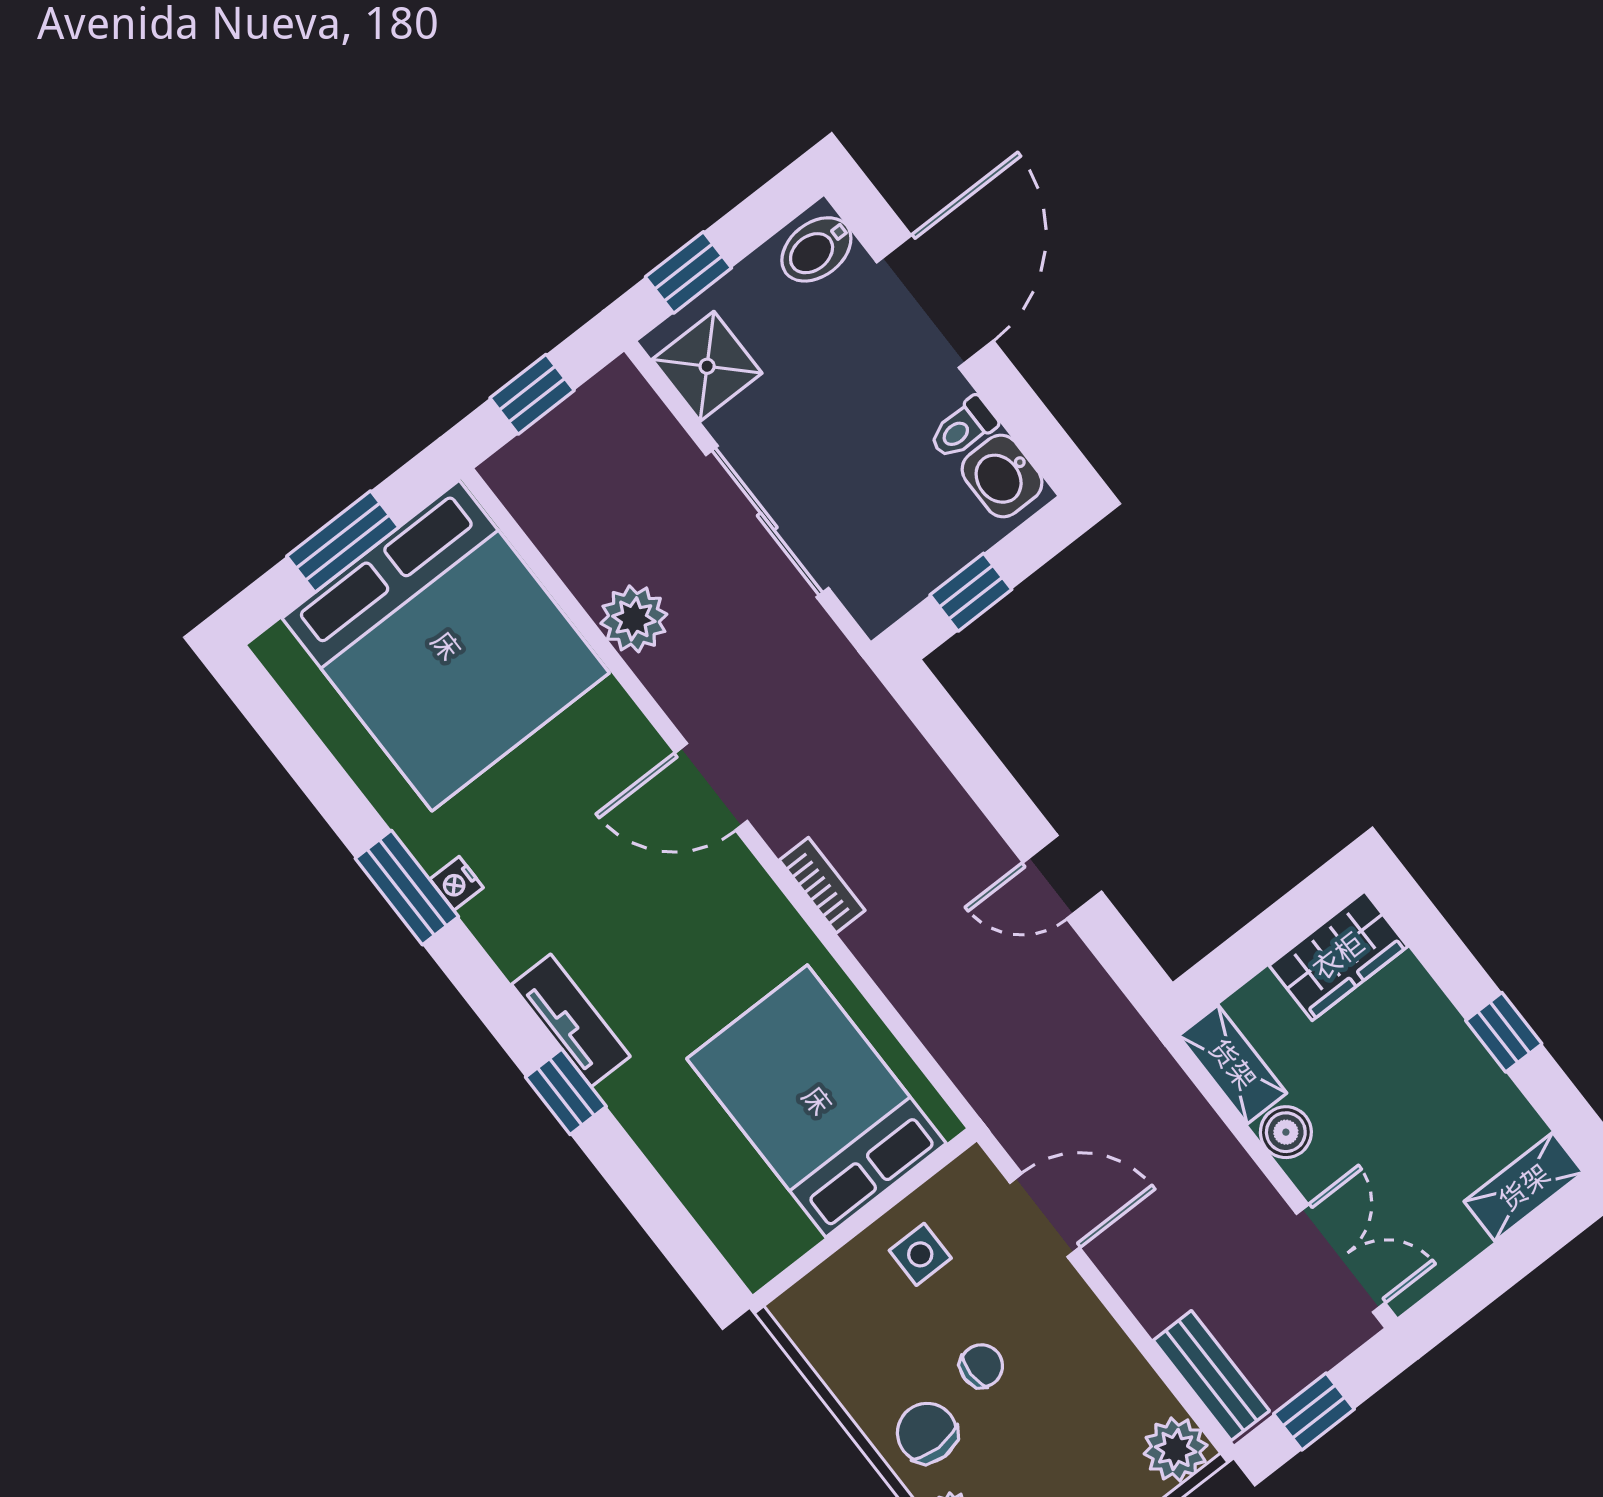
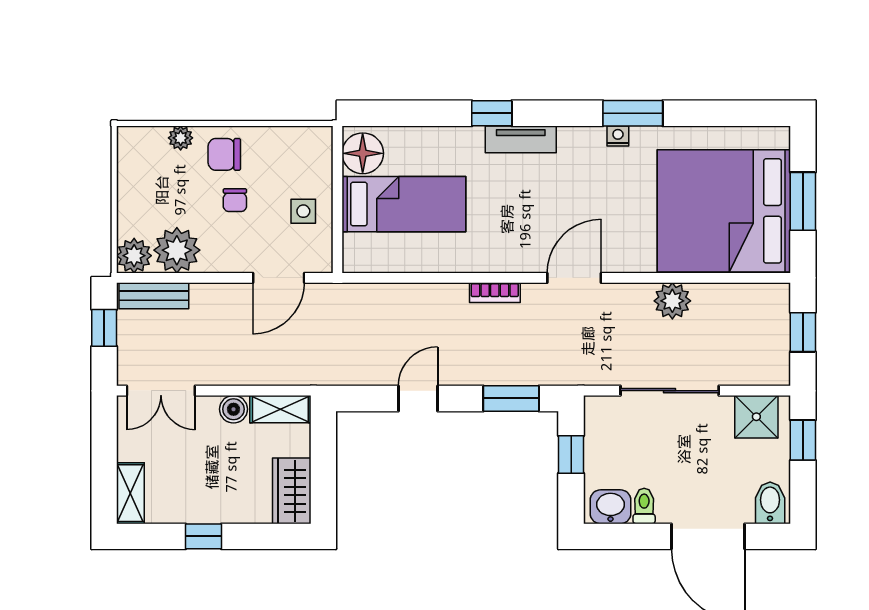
window: (957, 742) -> (511, 398), added
bed: (817, 1101) -> (404, 204), width x0.67
floor lamp: (769, 1234) -> (363, 153), added
plant: (1119, 1394) -> (177, 250), added
chair: (927, 1433) -> (224, 154), turned 180

